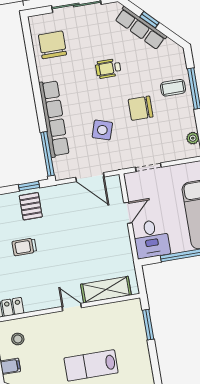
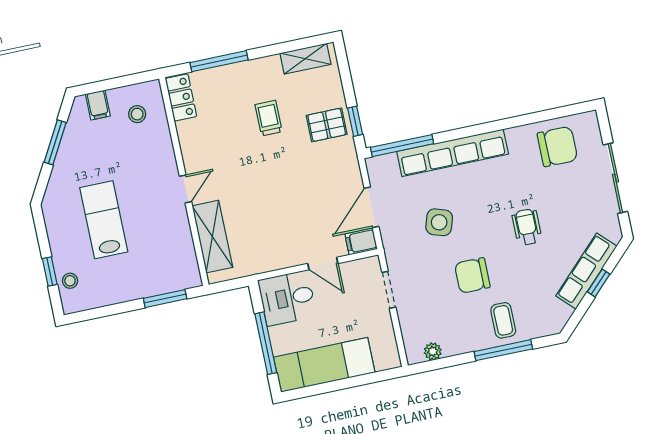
chair: (141, 108) -> (472, 275), turned -90
filing cabinet: (114, 185) -> (361, 242), added

